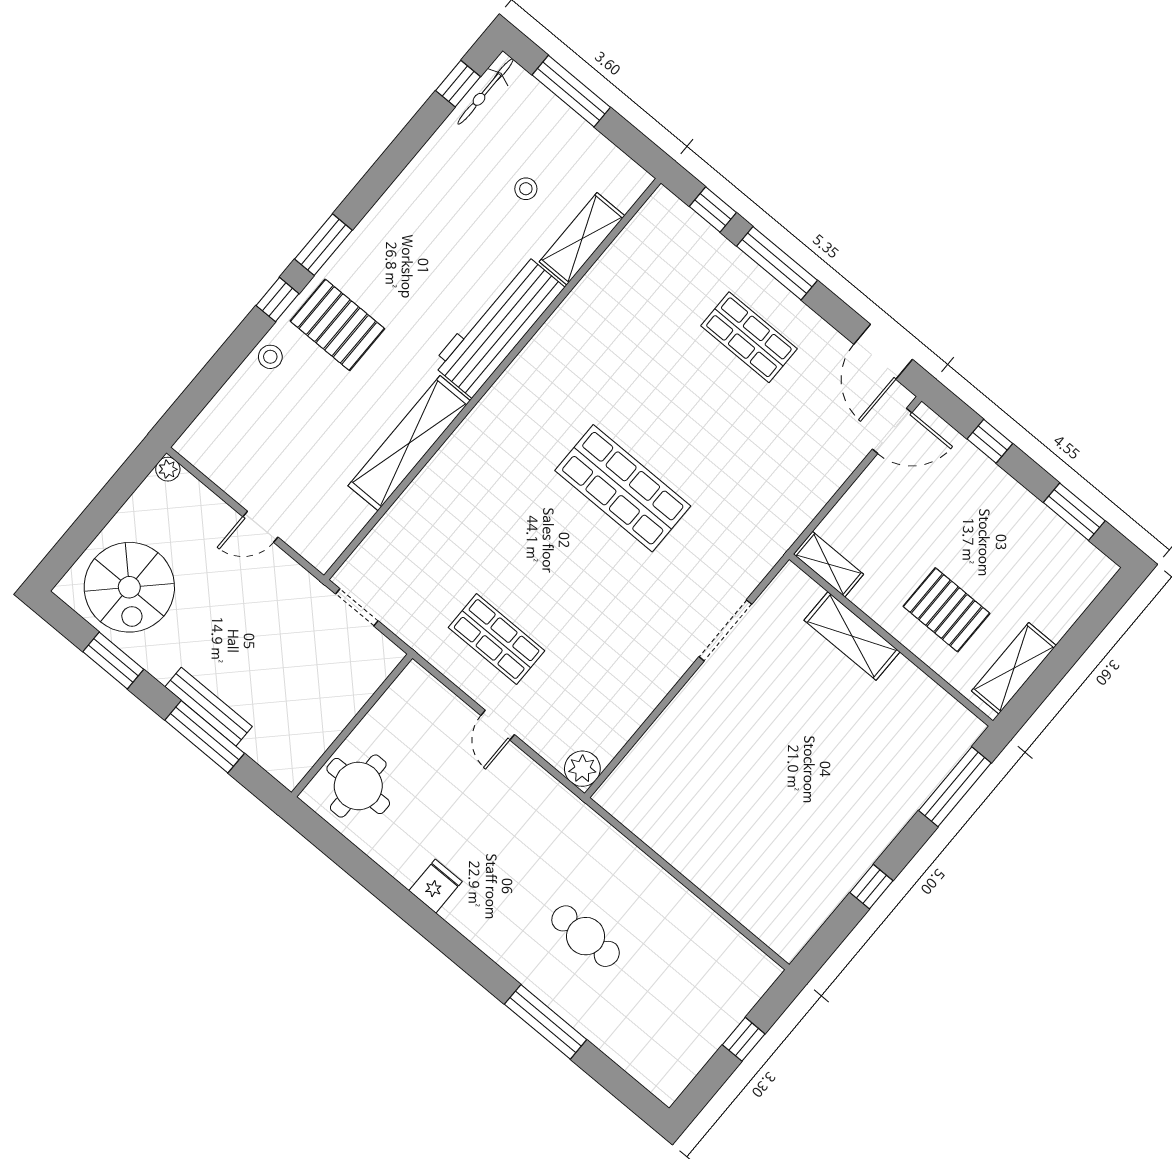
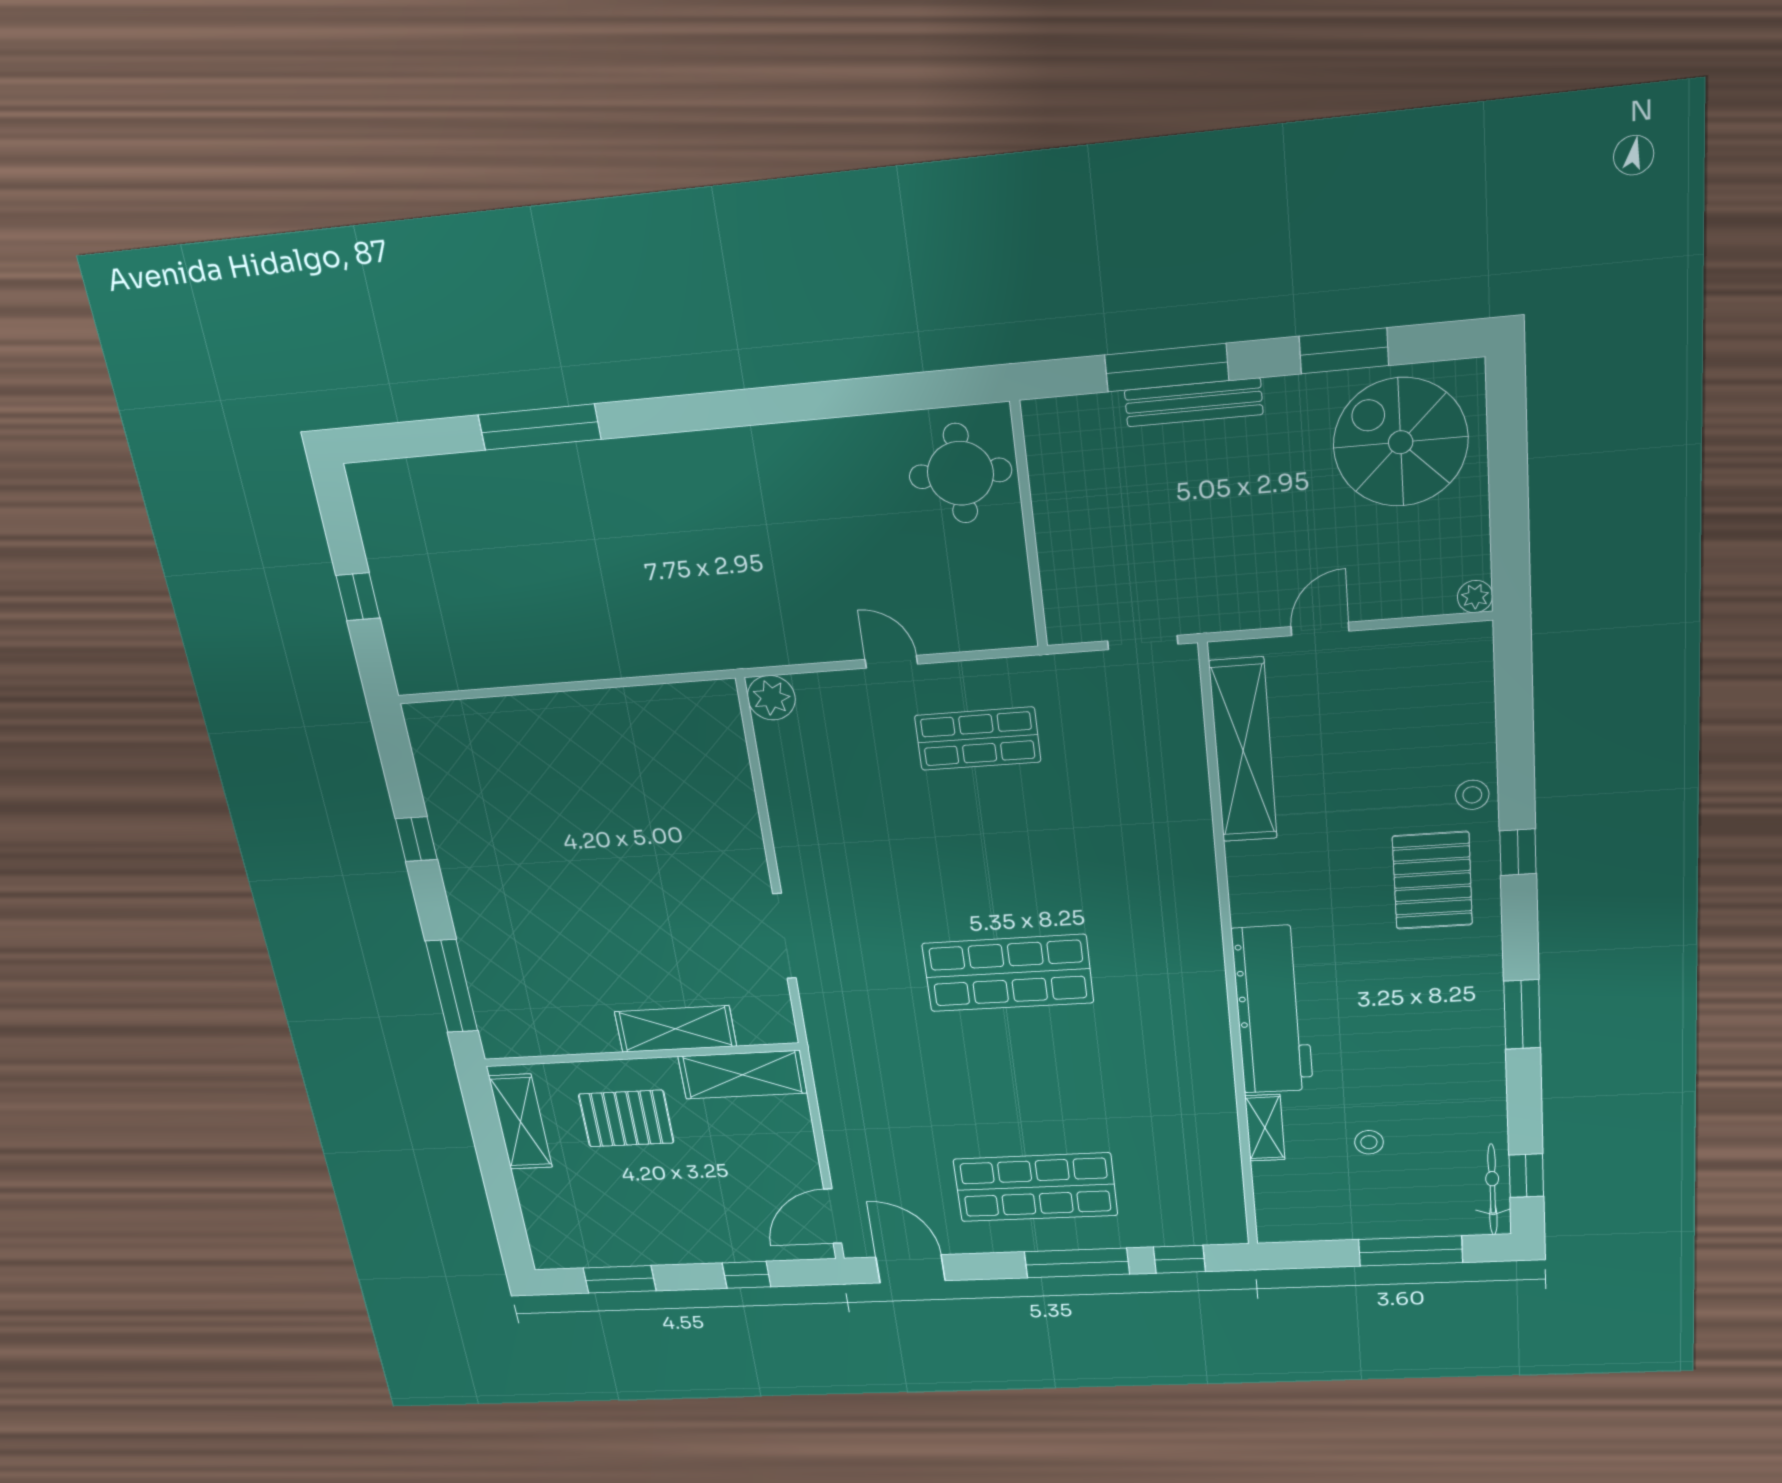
shelving: (582, 239) -> (1265, 1128), width x0.67, depth x0.75
window: (323, 245) -> (1522, 1015), moved
pallet: (337, 325) -> (1432, 881), turned 90
shop shelf: (749, 337) -> (1035, 1187), width x1.43, depth x1.36
shelving: (409, 443) -> (1243, 751), moved
shelving: (829, 564) -> (742, 1075), width x1.50, depth x1.33
fridge: (435, 886) -> (783, 451), removed
cafe table: (586, 936) -> (596, 547), removed

